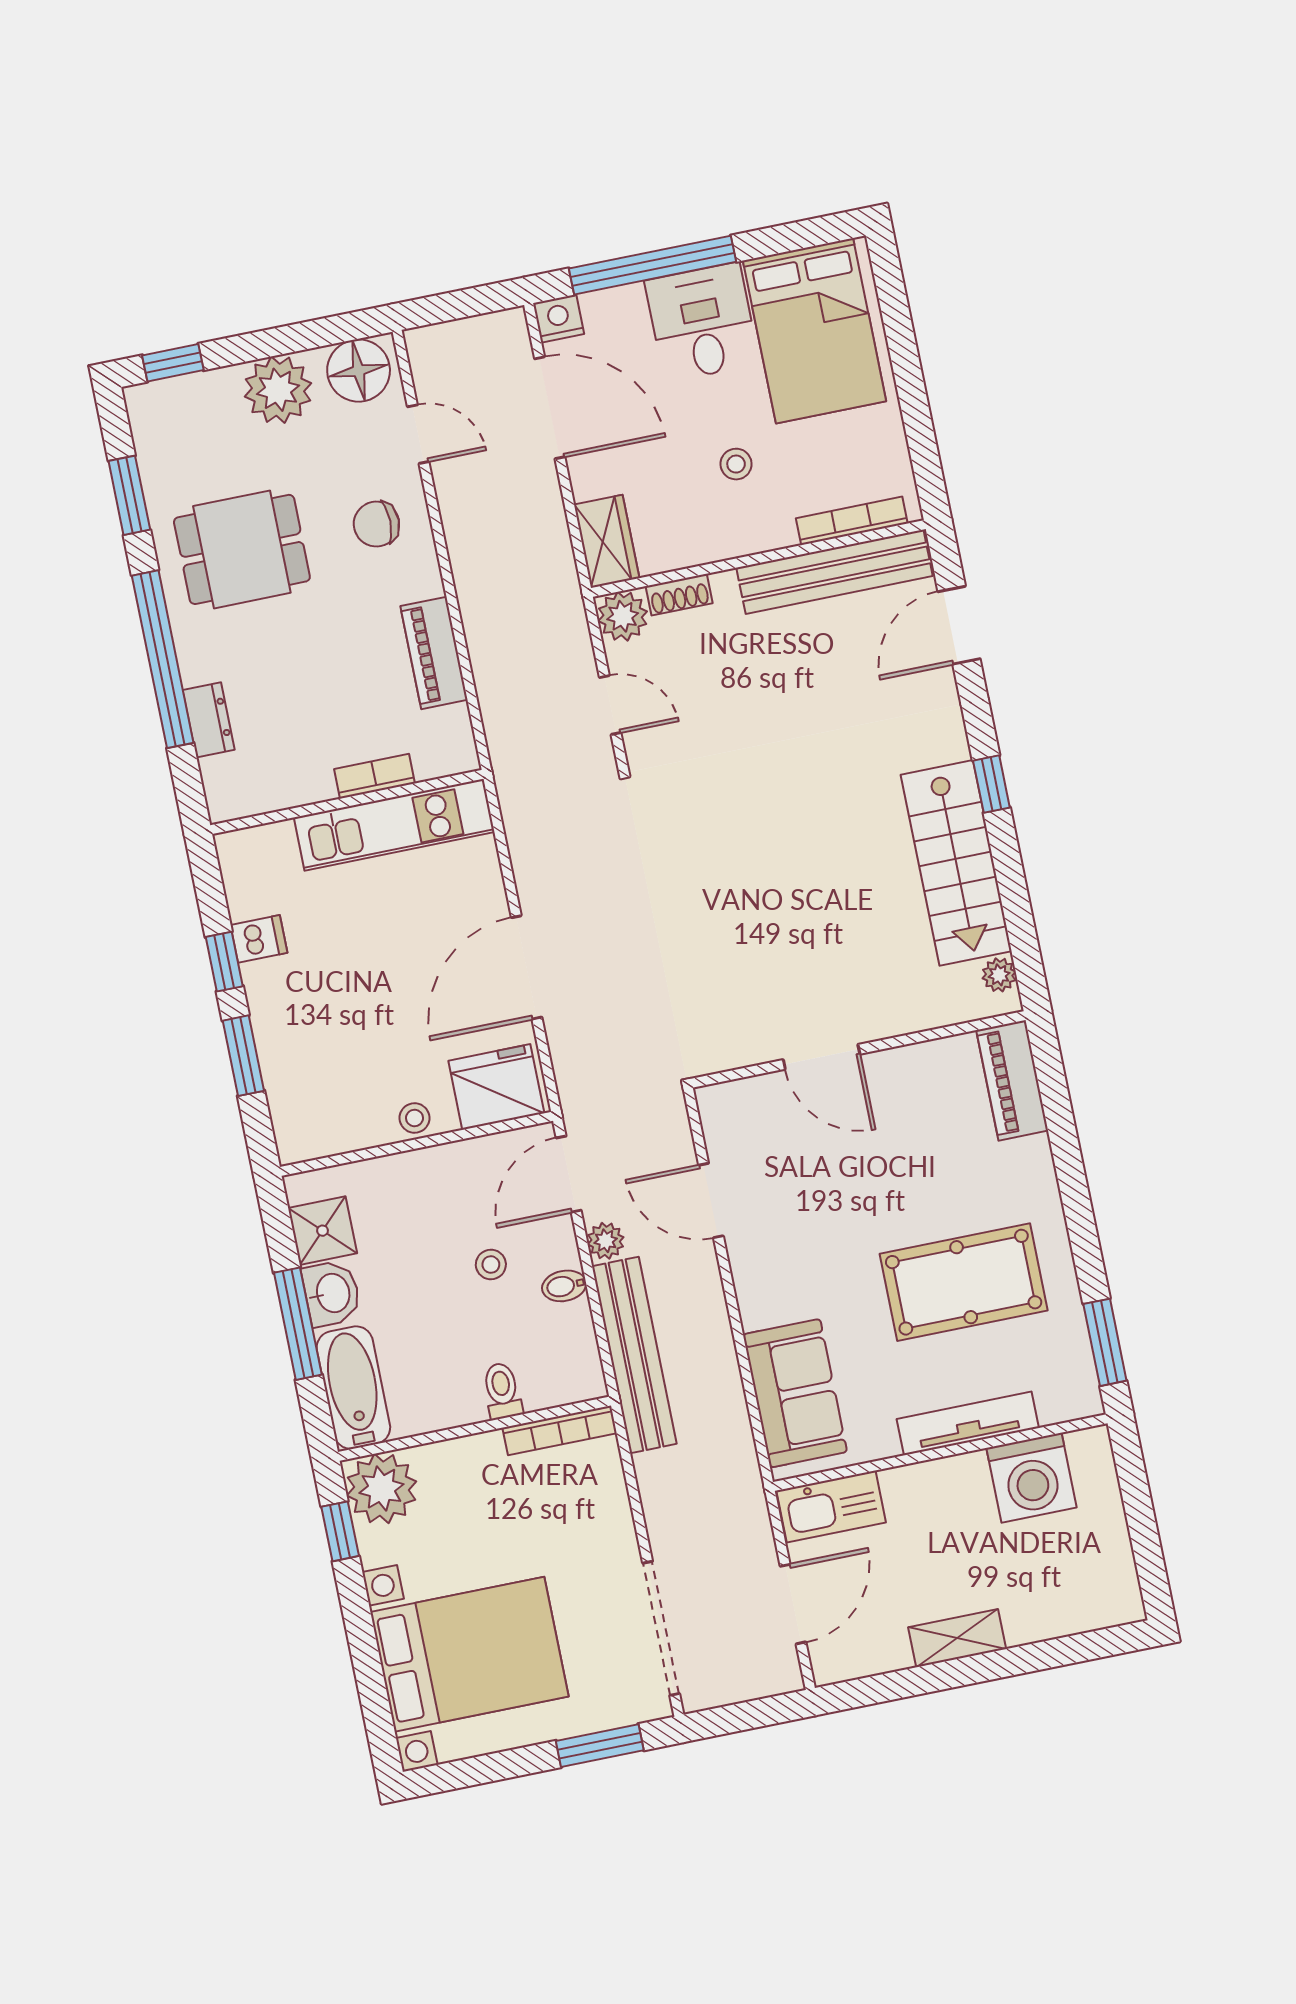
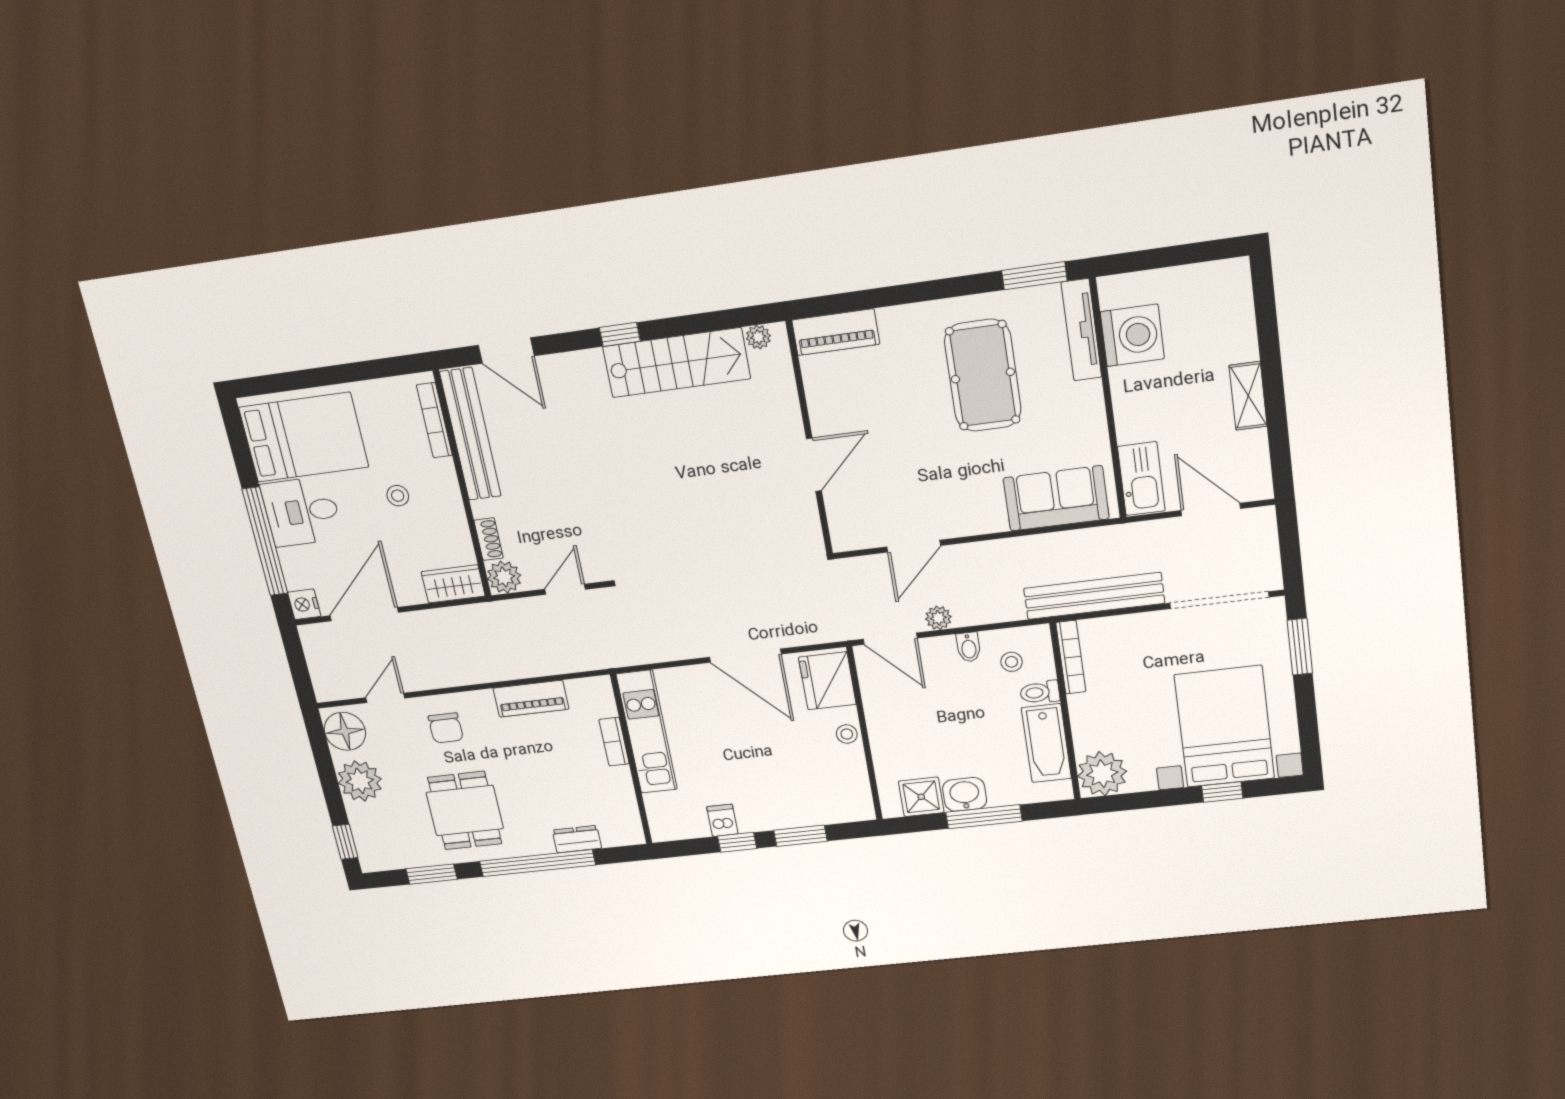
stool: (491, 1264) -> (1011, 662), moved
bench: (634, 1355) -> (1094, 596), moved
bathtub: (353, 1388) -> (1046, 743), moved, turned -90
tv unit: (968, 1423) -> (1081, 330), moved
window: (340, 1531) -> (1222, 792), moved

